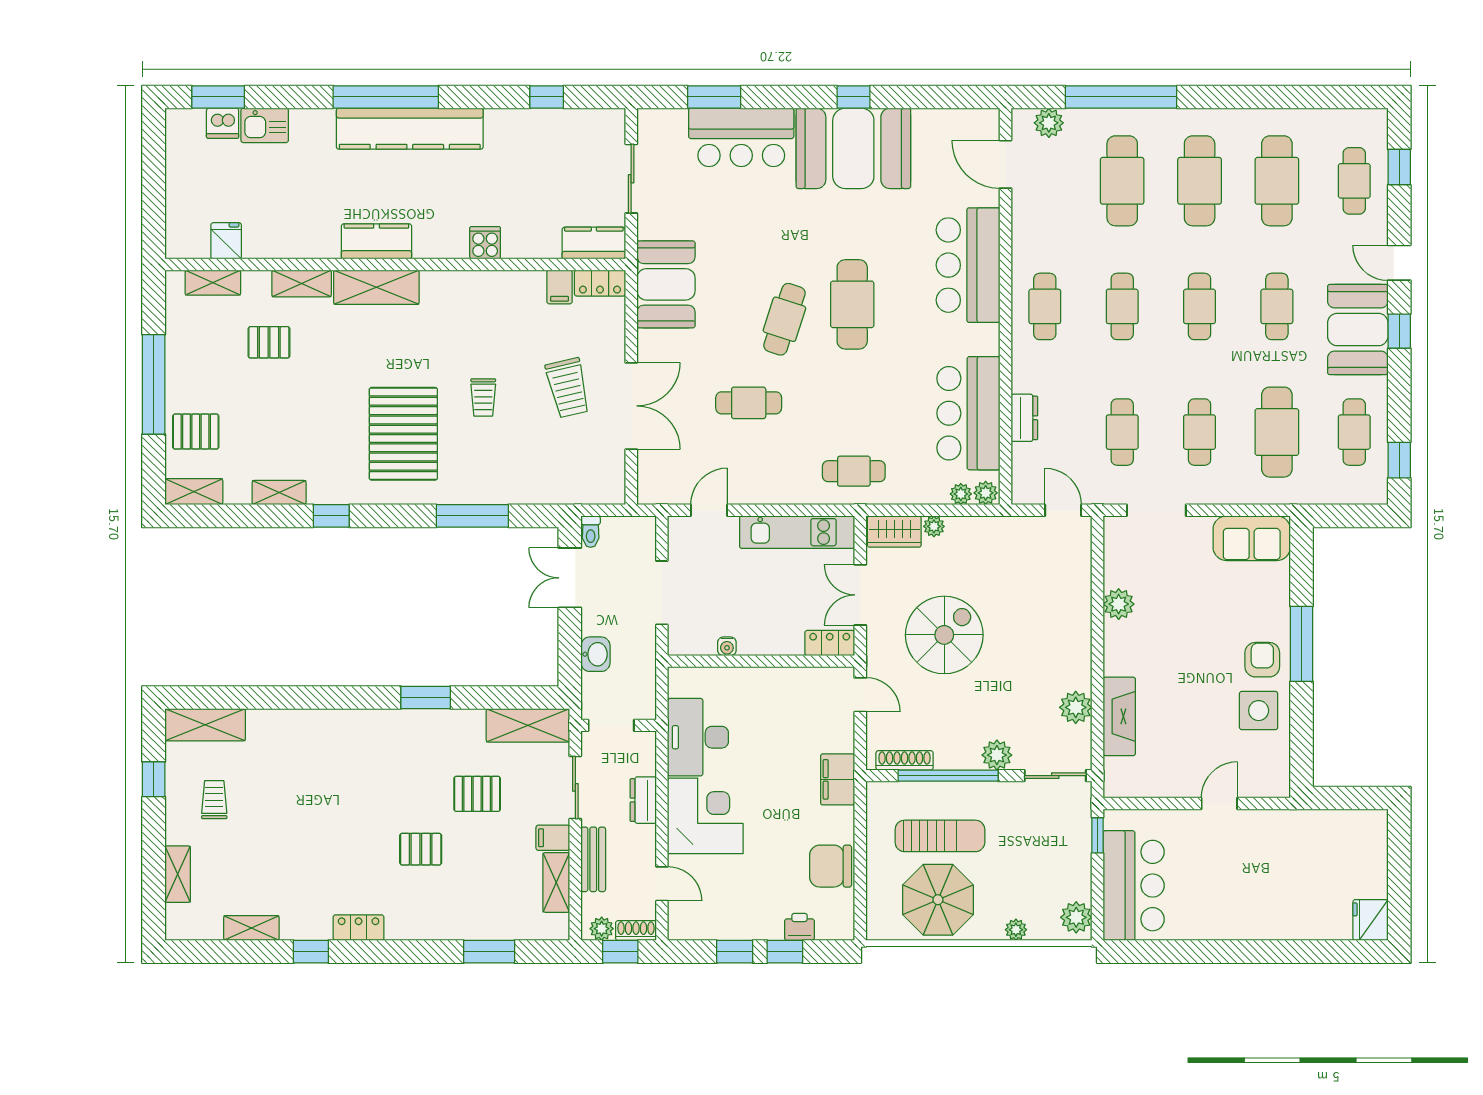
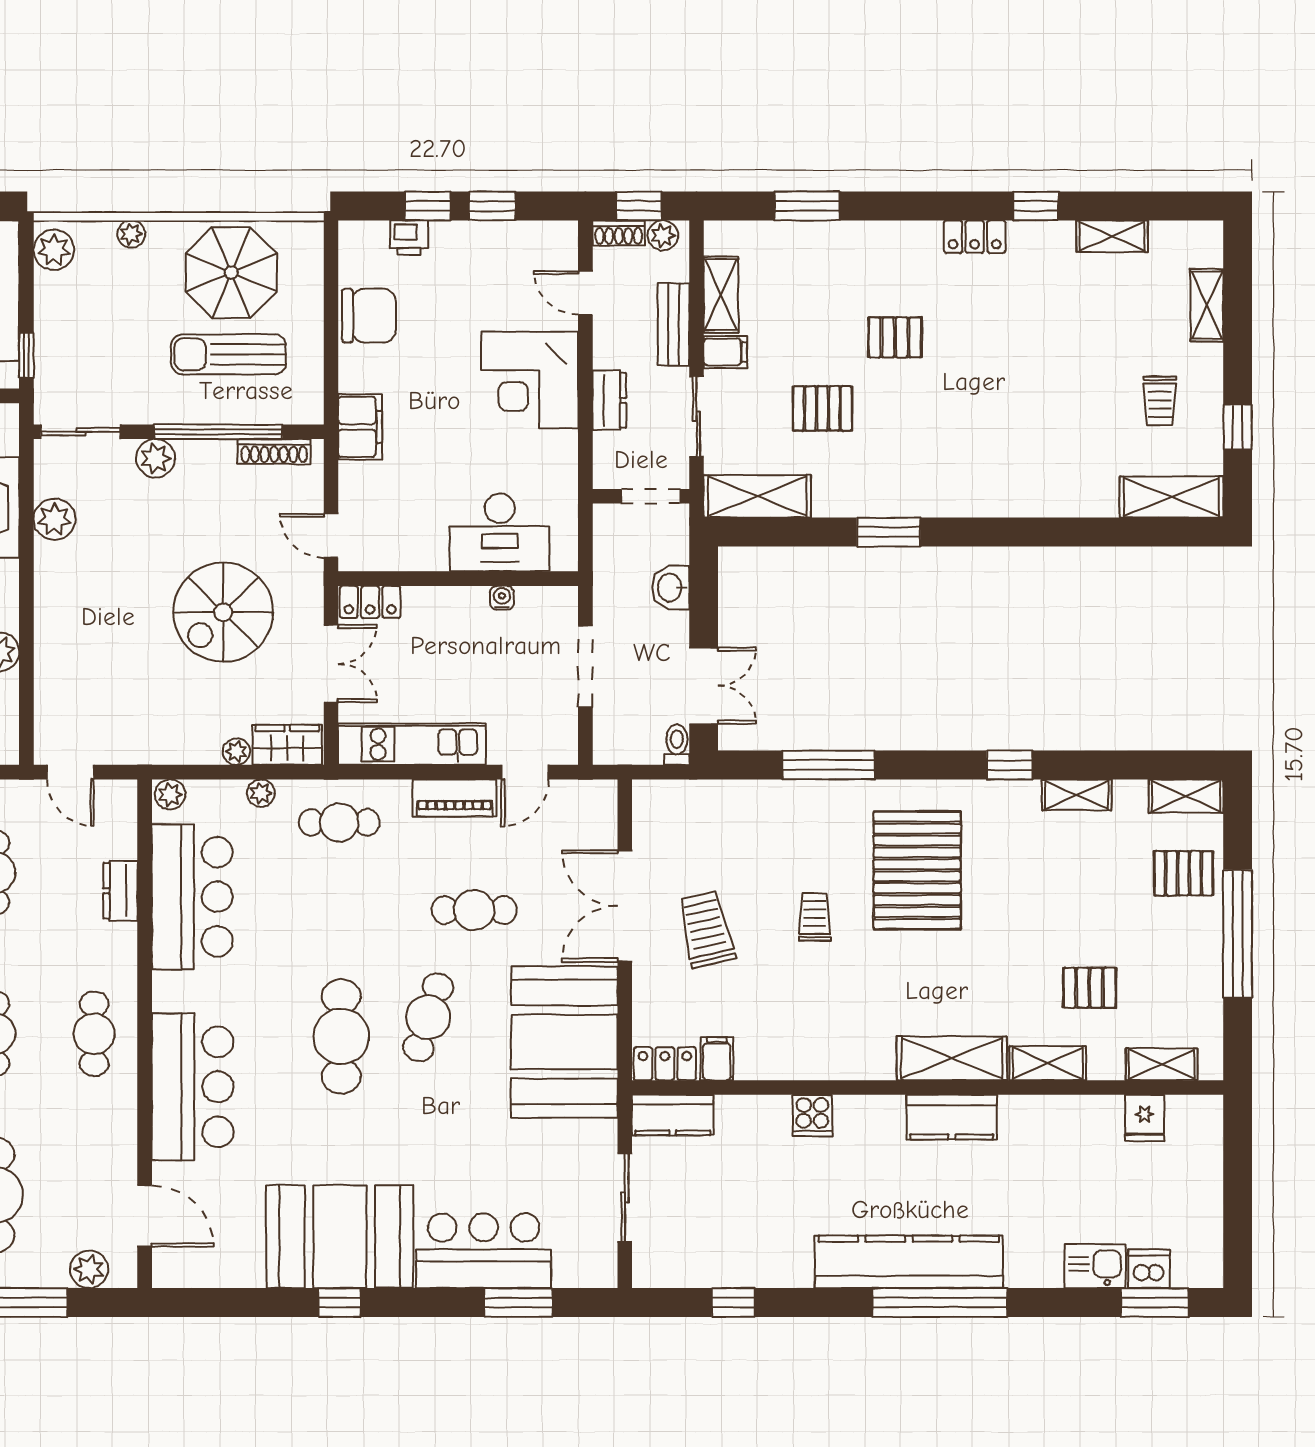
booth: (666, 284) -> (564, 1042), width x1.36, depth x1.42
piano: (764, 490) -> (455, 798), added
plant: (961, 494) -> (261, 793), moved
desk: (698, 737) -> (500, 532), moved, turned 90

